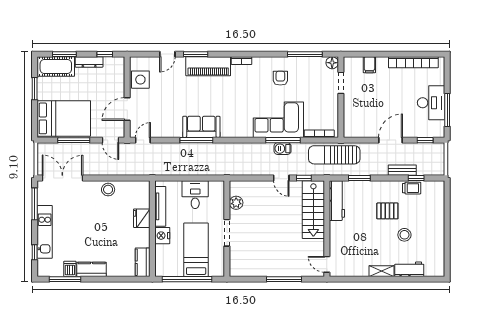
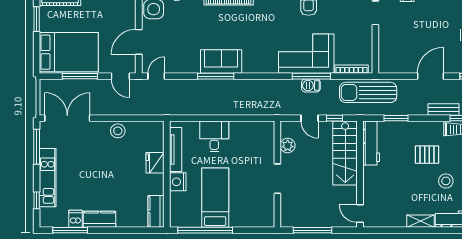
plant: (236, 203) -> (288, 146), moved
wall: (227, 229) -> (277, 174), moved
doorway: (227, 233) -> (277, 179), moved

